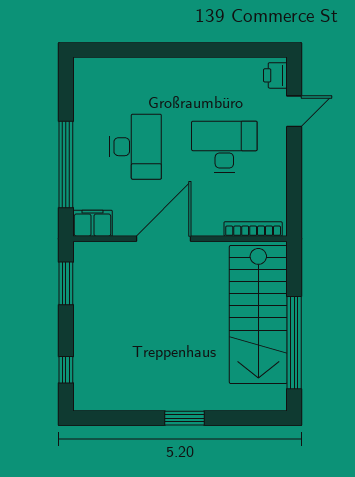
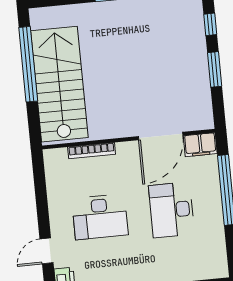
bookcase: (253, 229) -> (92, 151), moved
door: (163, 239) -> (161, 136), moved
window: (66, 283) -> (215, 69), moved

